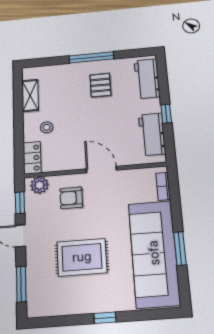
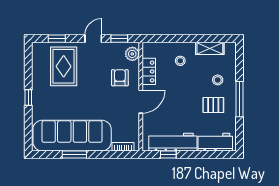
stool: (69, 83) -> (218, 80), added
window: (166, 114) -> (168, 154), moved
workbench: (152, 134) -> (173, 142), width x1.38
locker: (32, 158) -> (149, 71), moved, turned -90
rug: (82, 257) -> (64, 66), moved
window: (21, 284) -> (57, 39), width x0.67

